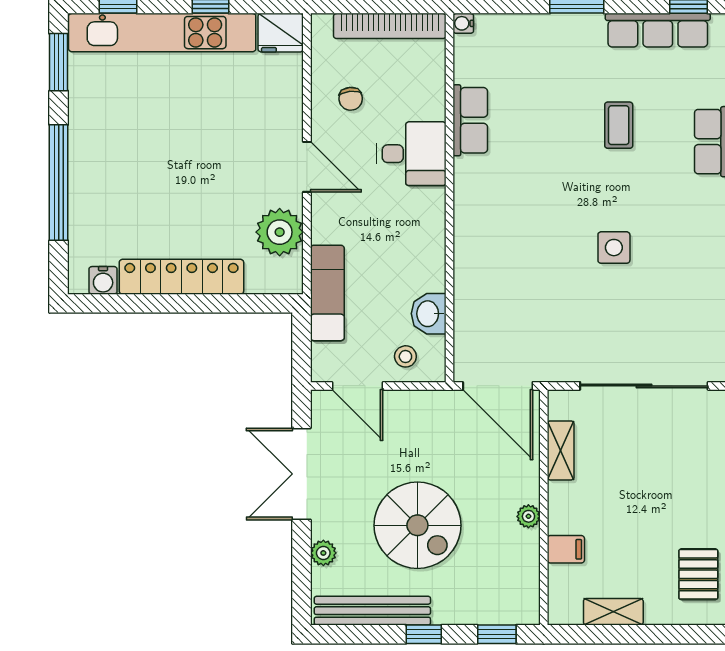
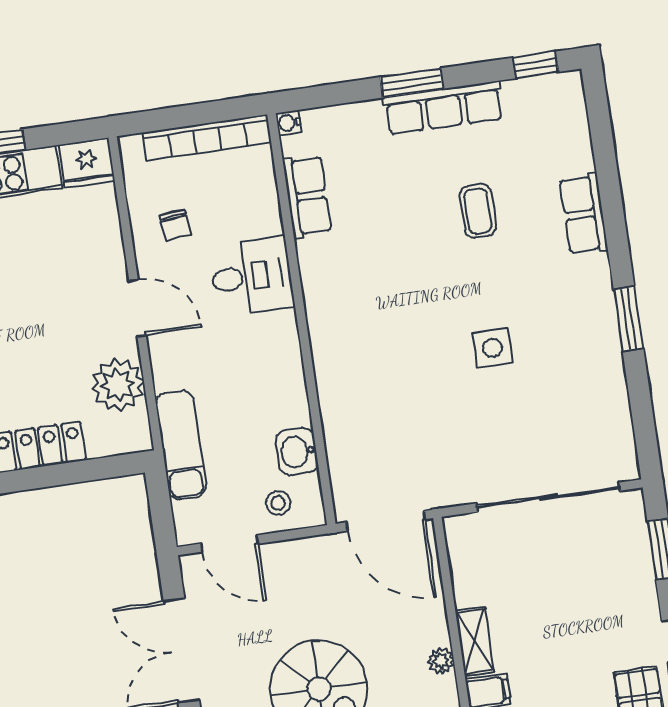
row of seats: (658, 30) -> (443, 108), moved
row of seats: (470, 120) -> (307, 196), moved
shelving: (561, 450) -> (475, 641), moved

